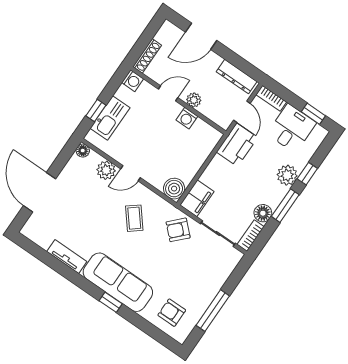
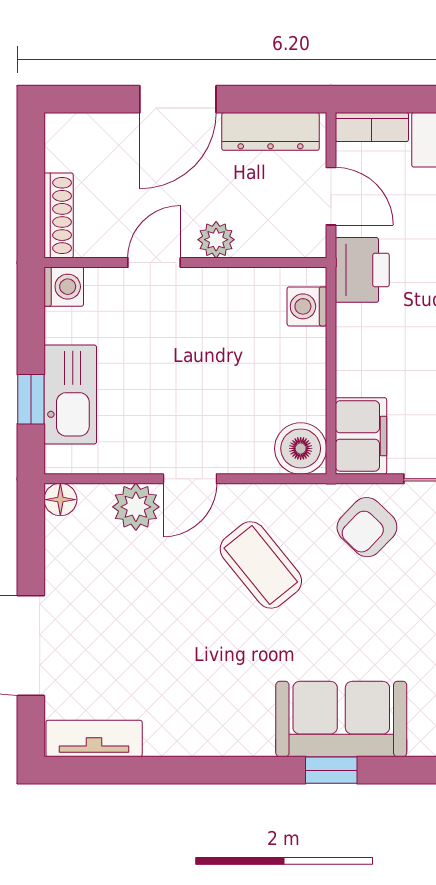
door: (201, 36) -> (178, 99), moved
washing machine: (187, 118) -> (307, 306), moved, turned 90
printer: (237, 145) -> (362, 270), width x0.73, depth x0.84
coffee table: (134, 218) -> (261, 565), width x1.36, depth x1.30
tv unit: (67, 257) -> (94, 738), moved
sofa: (118, 282) -> (341, 719), width x0.73

